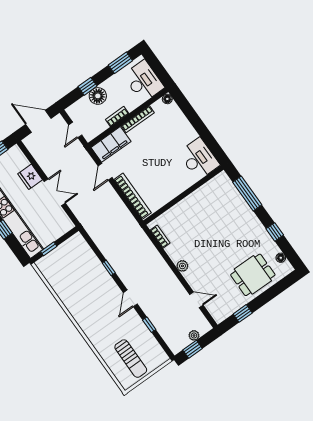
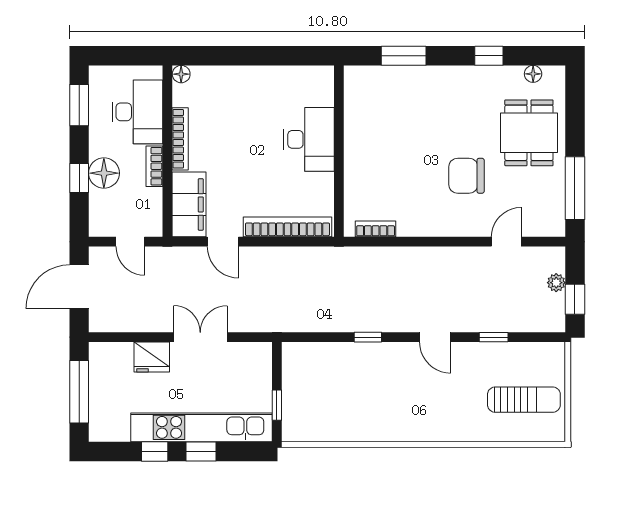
desk: (144, 81) -> (137, 112), moved, turned 90
desk: (199, 159) -> (309, 139), moved, turned 90
window: (247, 194) -> (404, 56), width x0.69
chair: (213, 261) -> (467, 176), added
plant: (182, 266) -> (442, 227), removed
window: (243, 313) -> (575, 188), width x2.17

